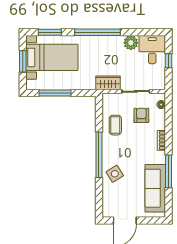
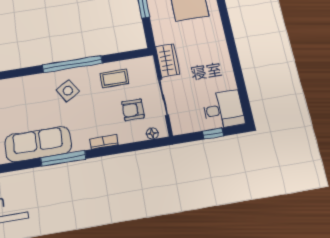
window: (97, 32) -> (230, 37), removed
plant: (131, 43) -> (226, 81), removed
armchair: (141, 115) -> (133, 110), turned 180
side table: (115, 174) -> (68, 91), moved

